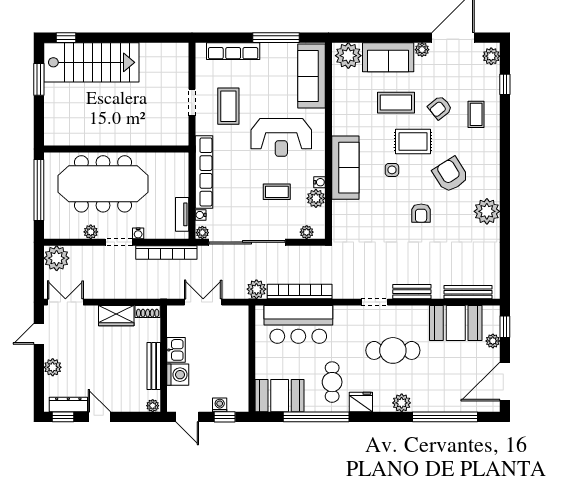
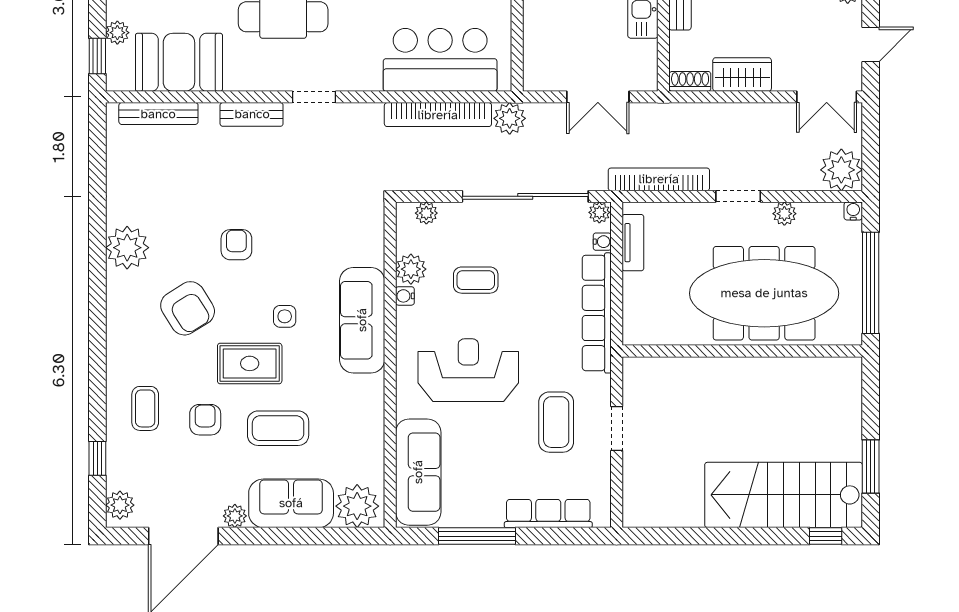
armchair: (440, 108) -> (205, 420), turned -51
water cooler: (138, 233) -> (853, 211), moved

